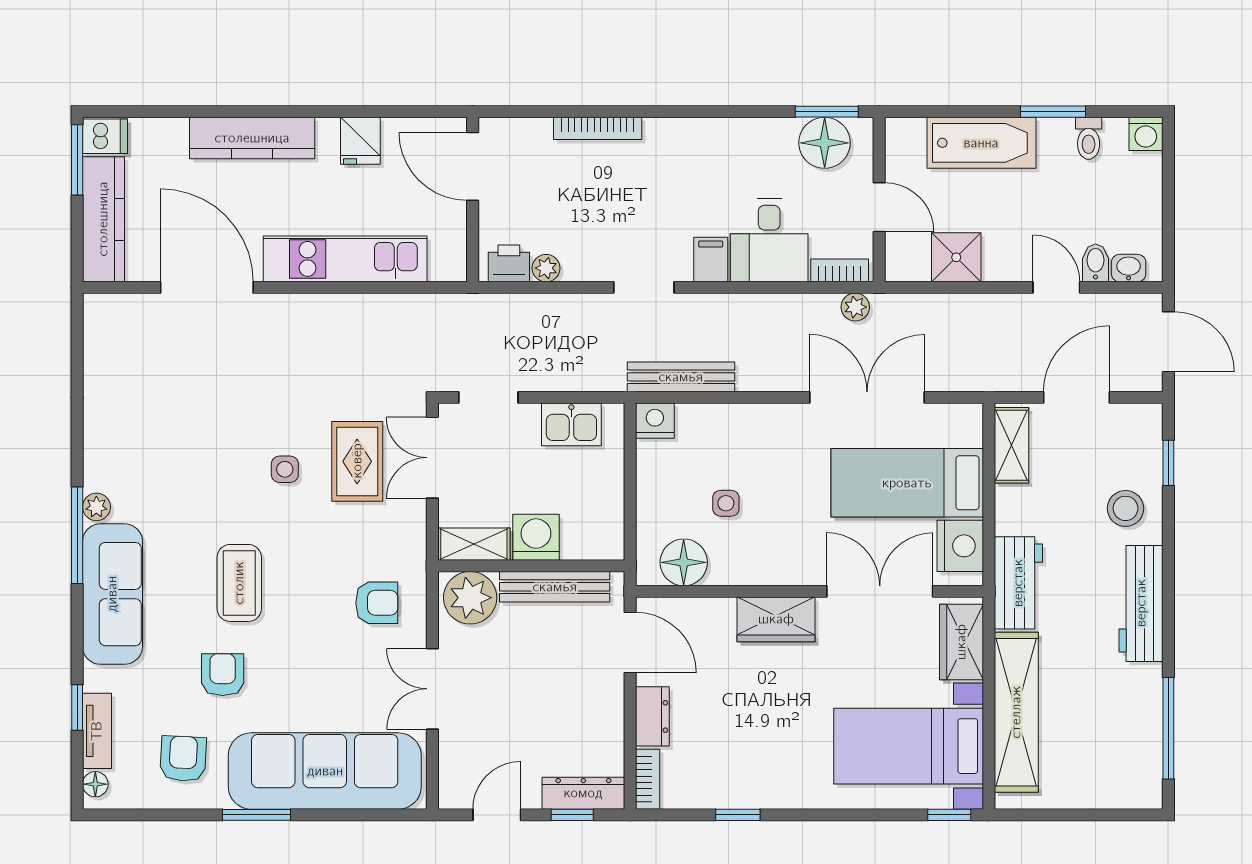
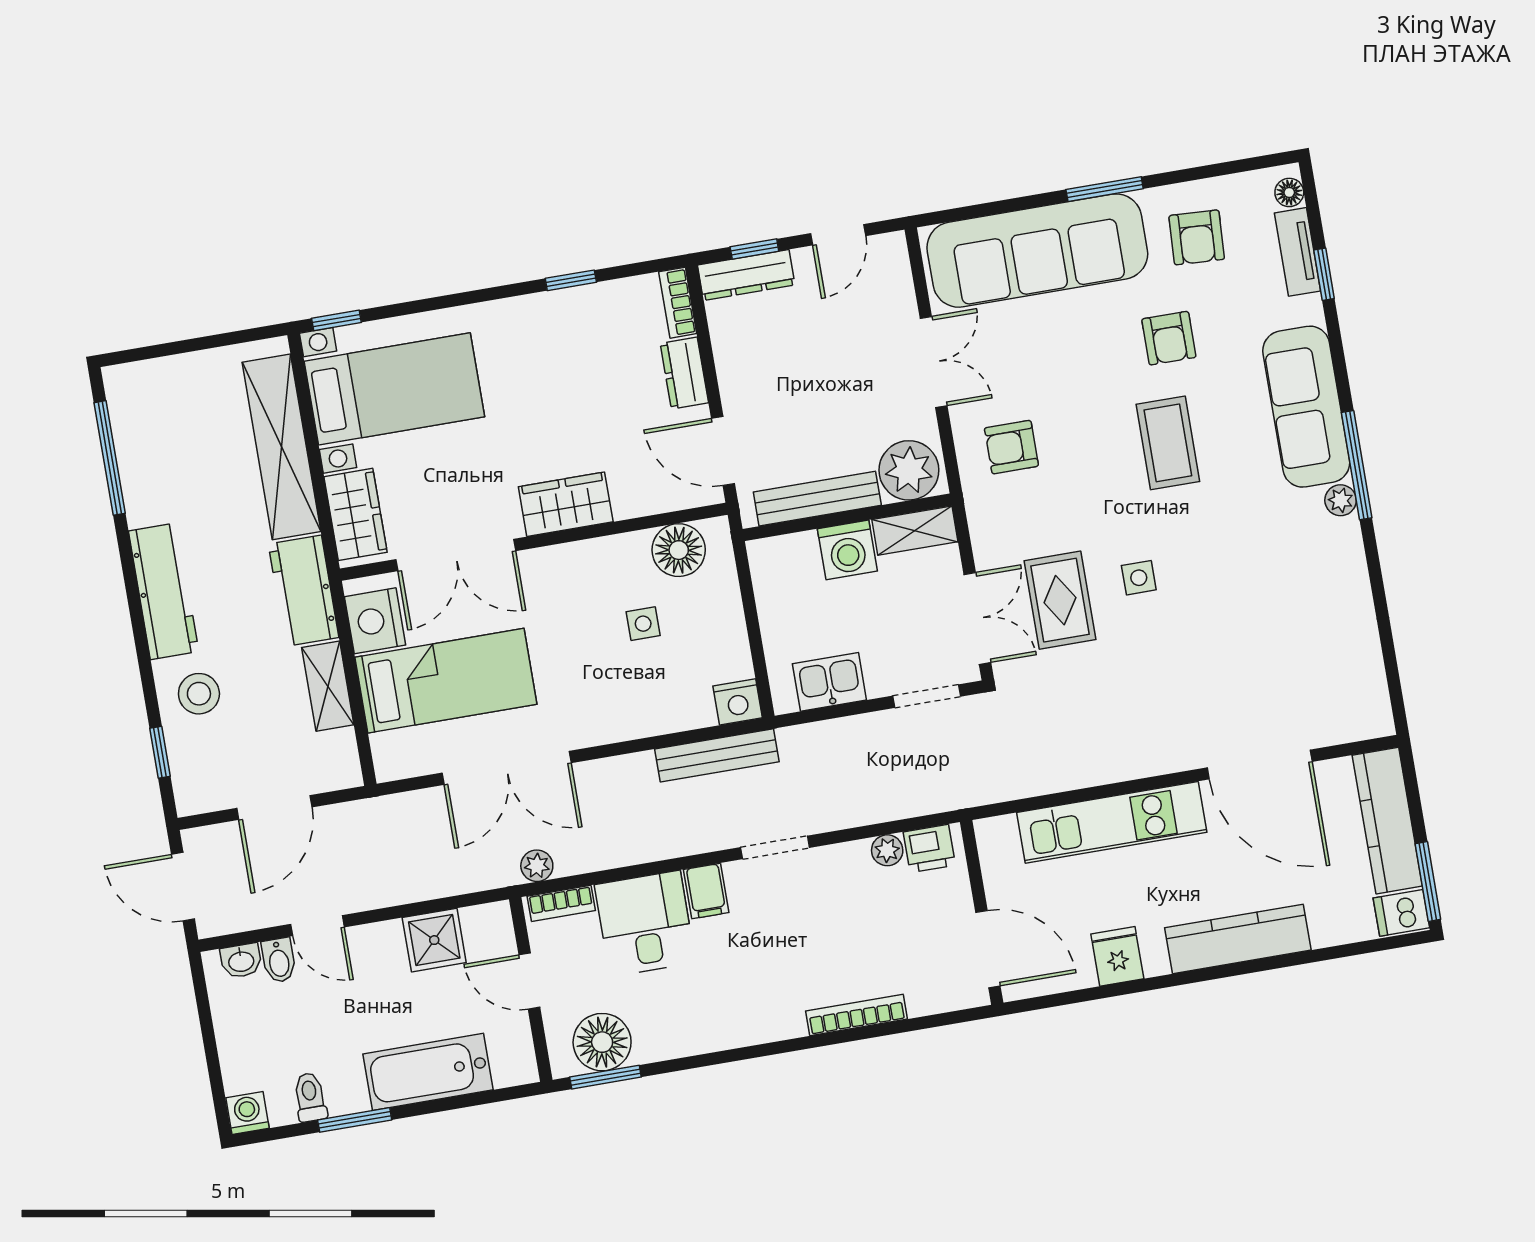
shelving: (1011, 445) -> (328, 686), moved

